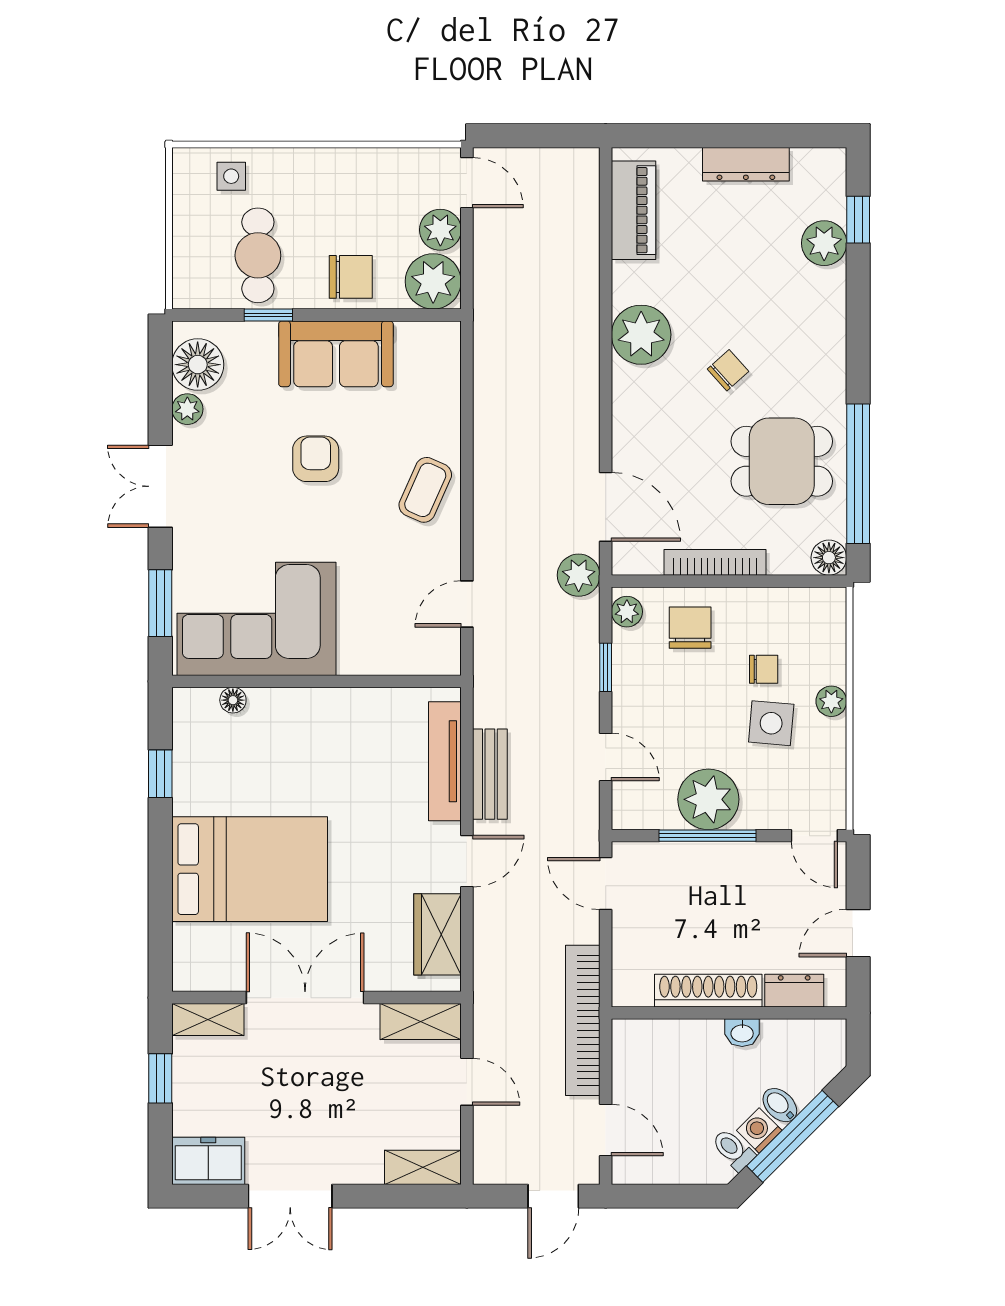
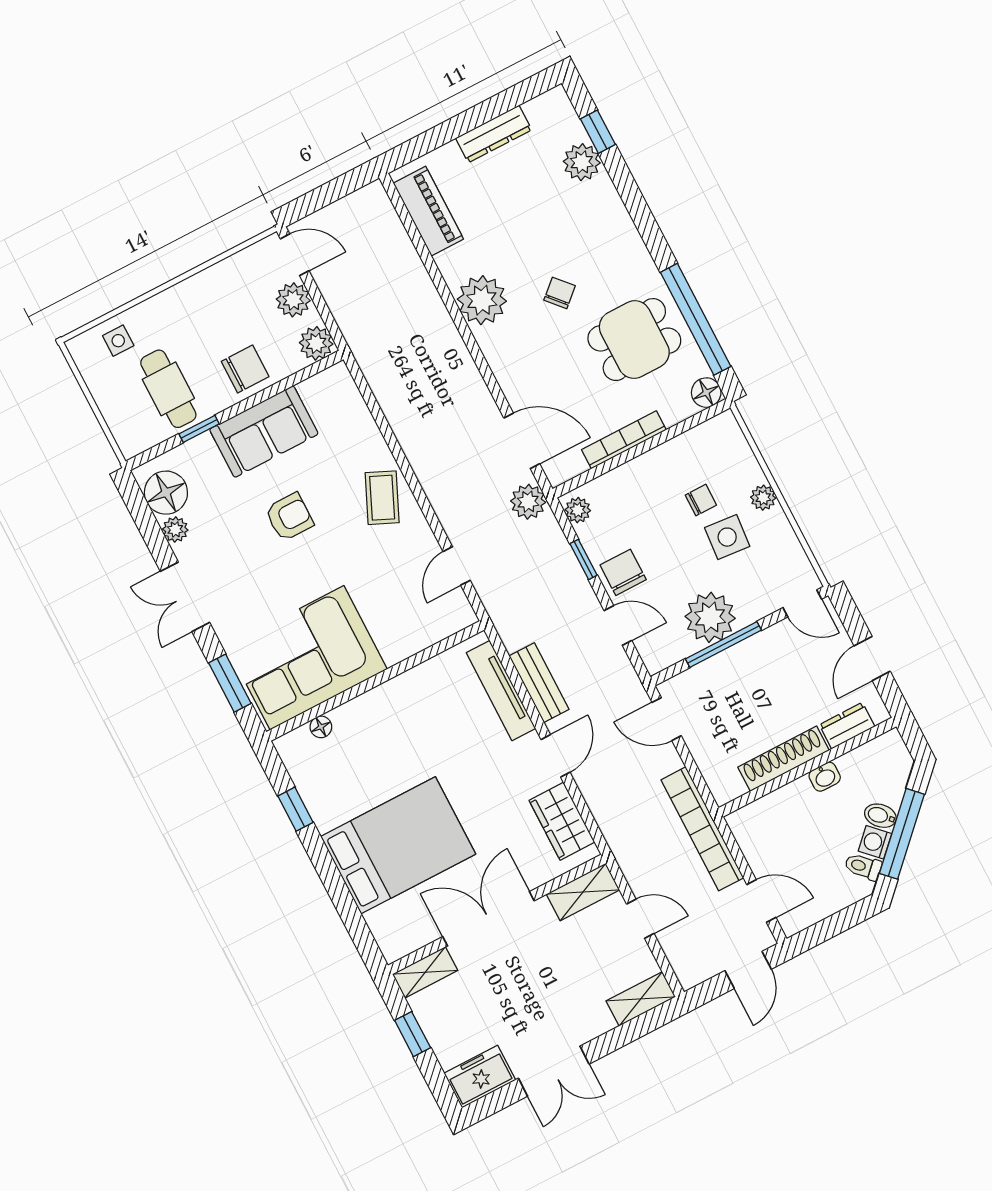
plant: (433, 281) -> (316, 343), width x0.73, depth x0.73
armchair: (316, 459) -> (289, 517), turned 90
chair: (690, 628) -> (623, 572), moved

